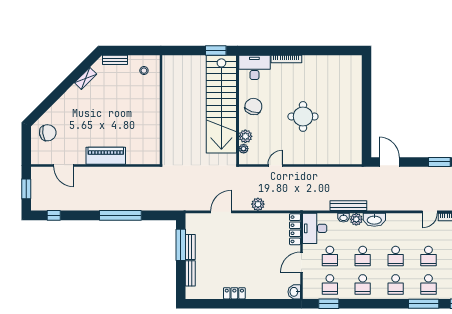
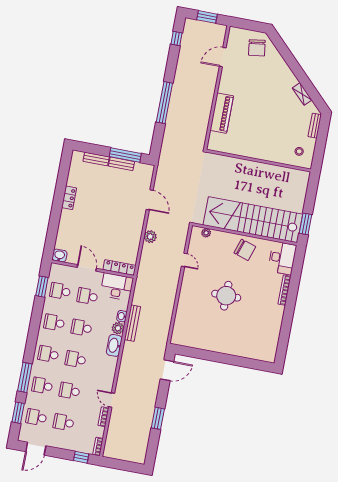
plant: (245, 136) -> (218, 237), removed
piano: (106, 156) -> (222, 113), moved

